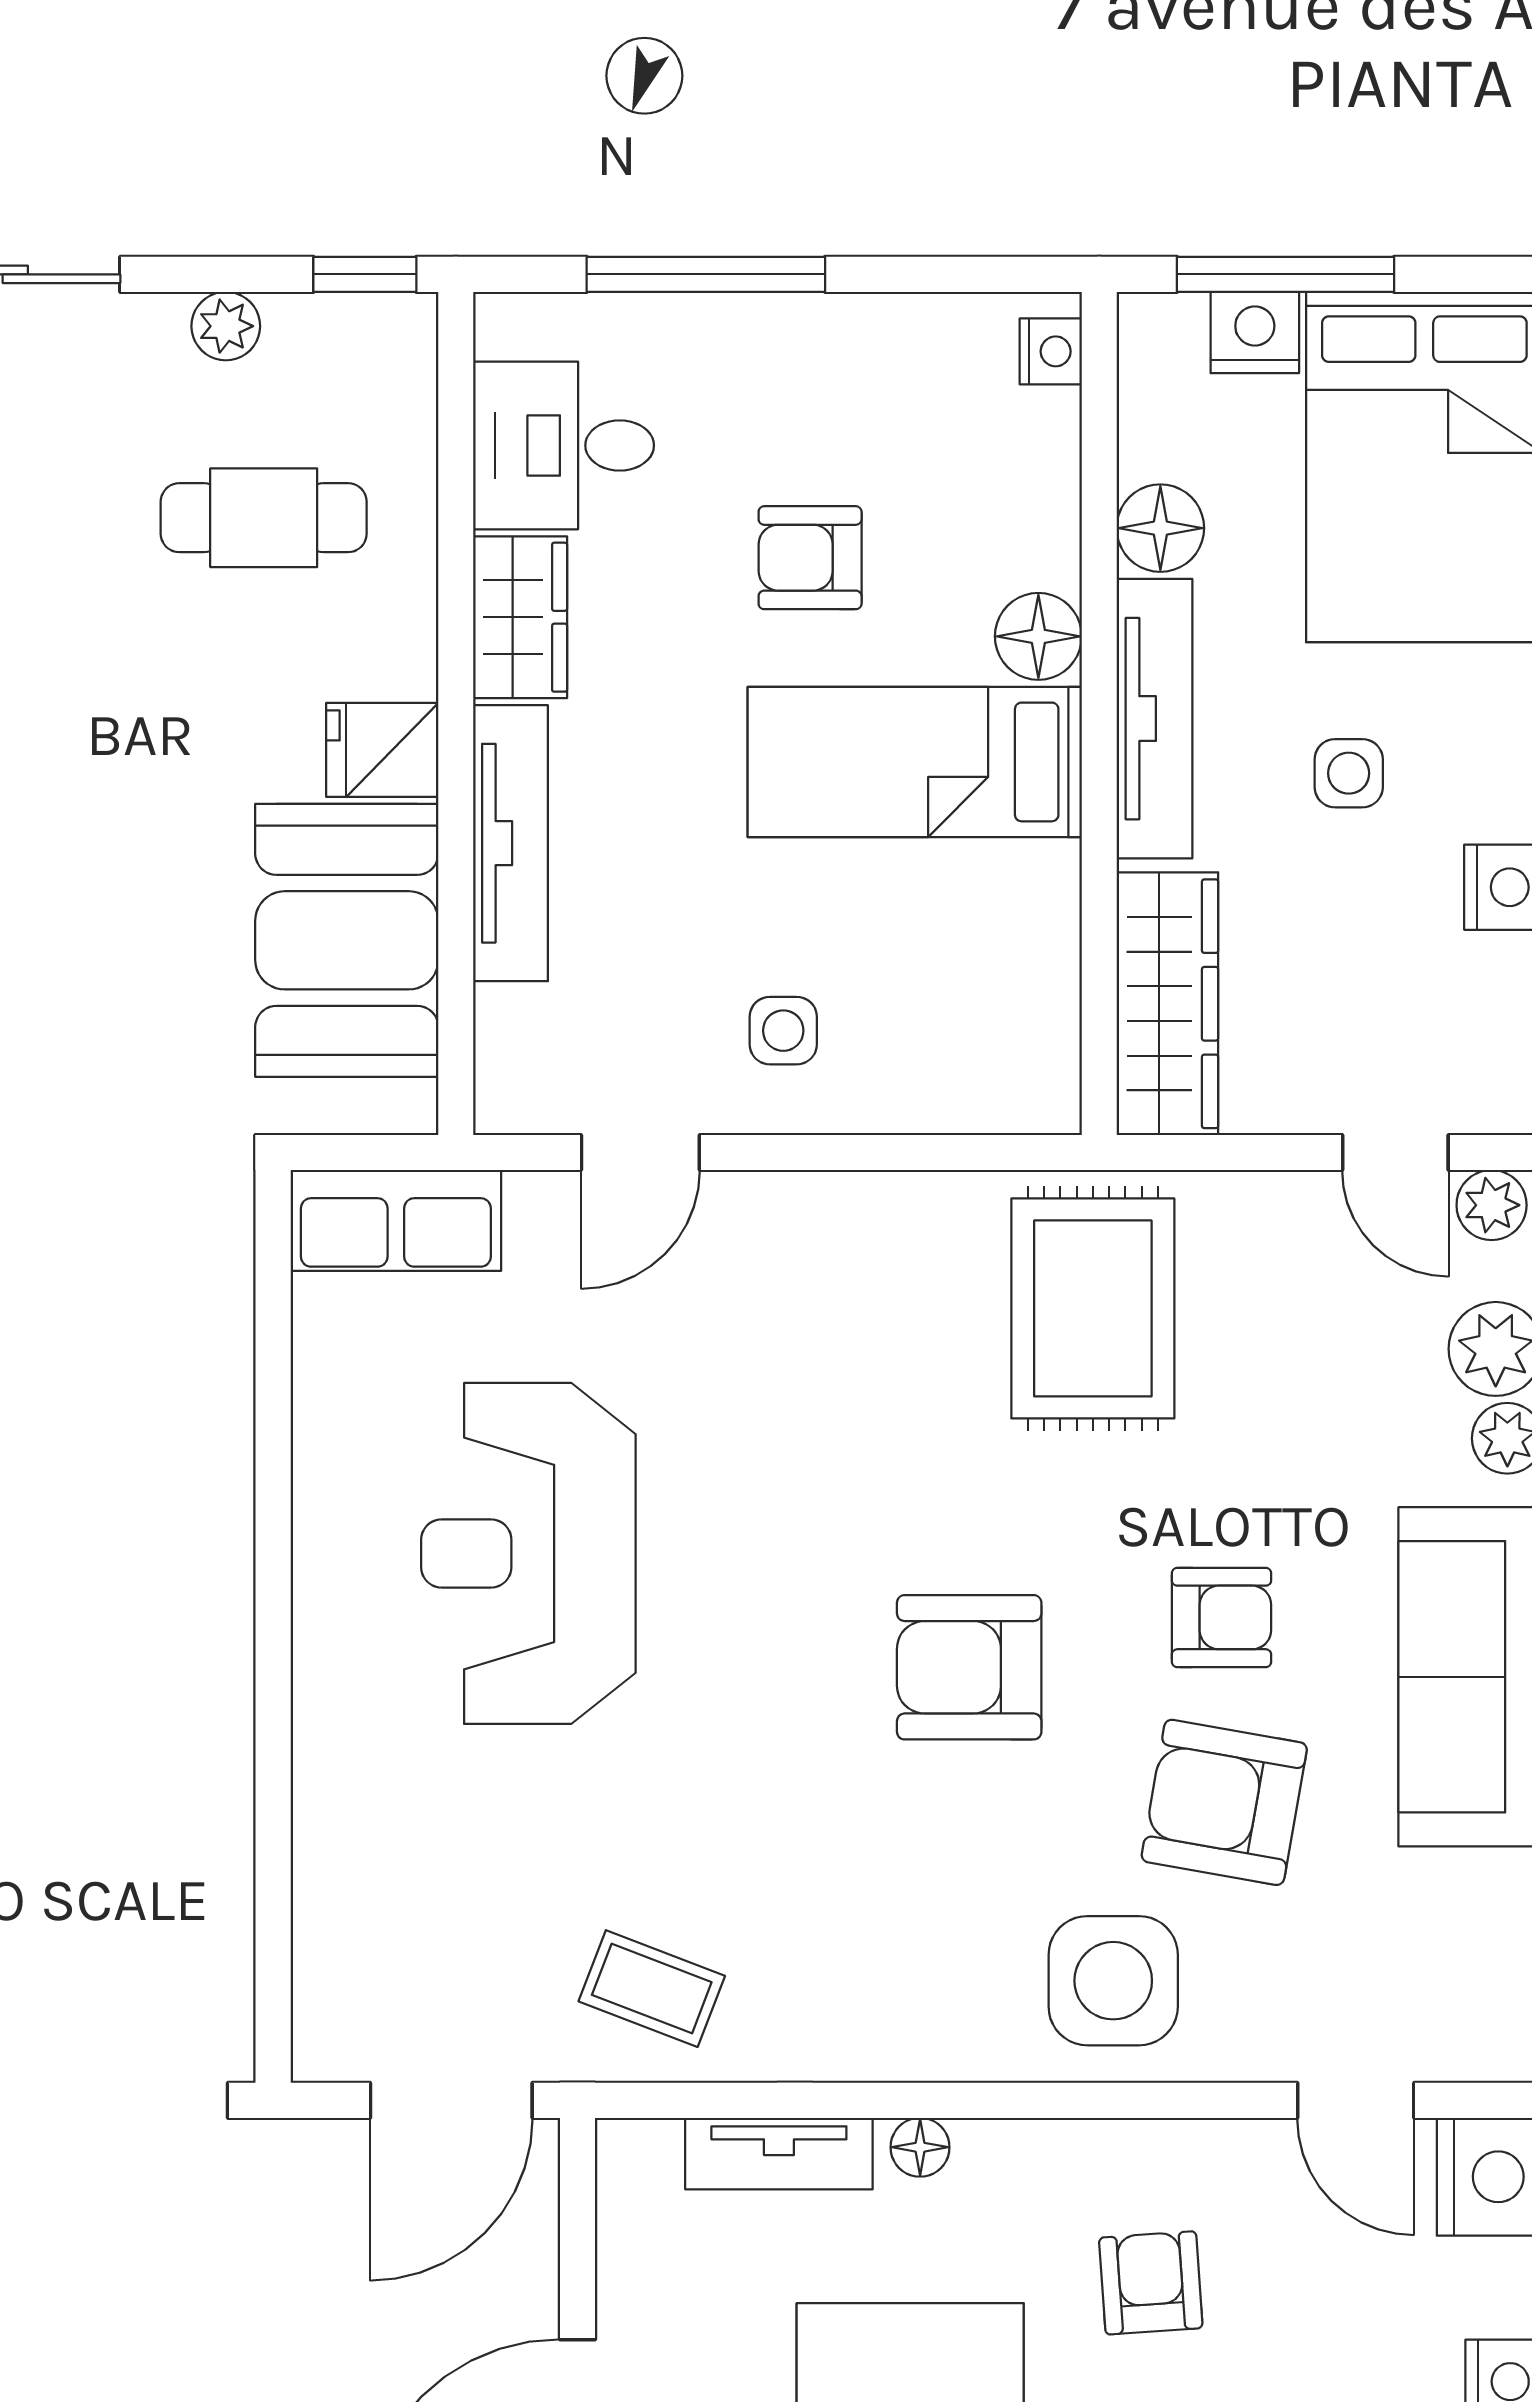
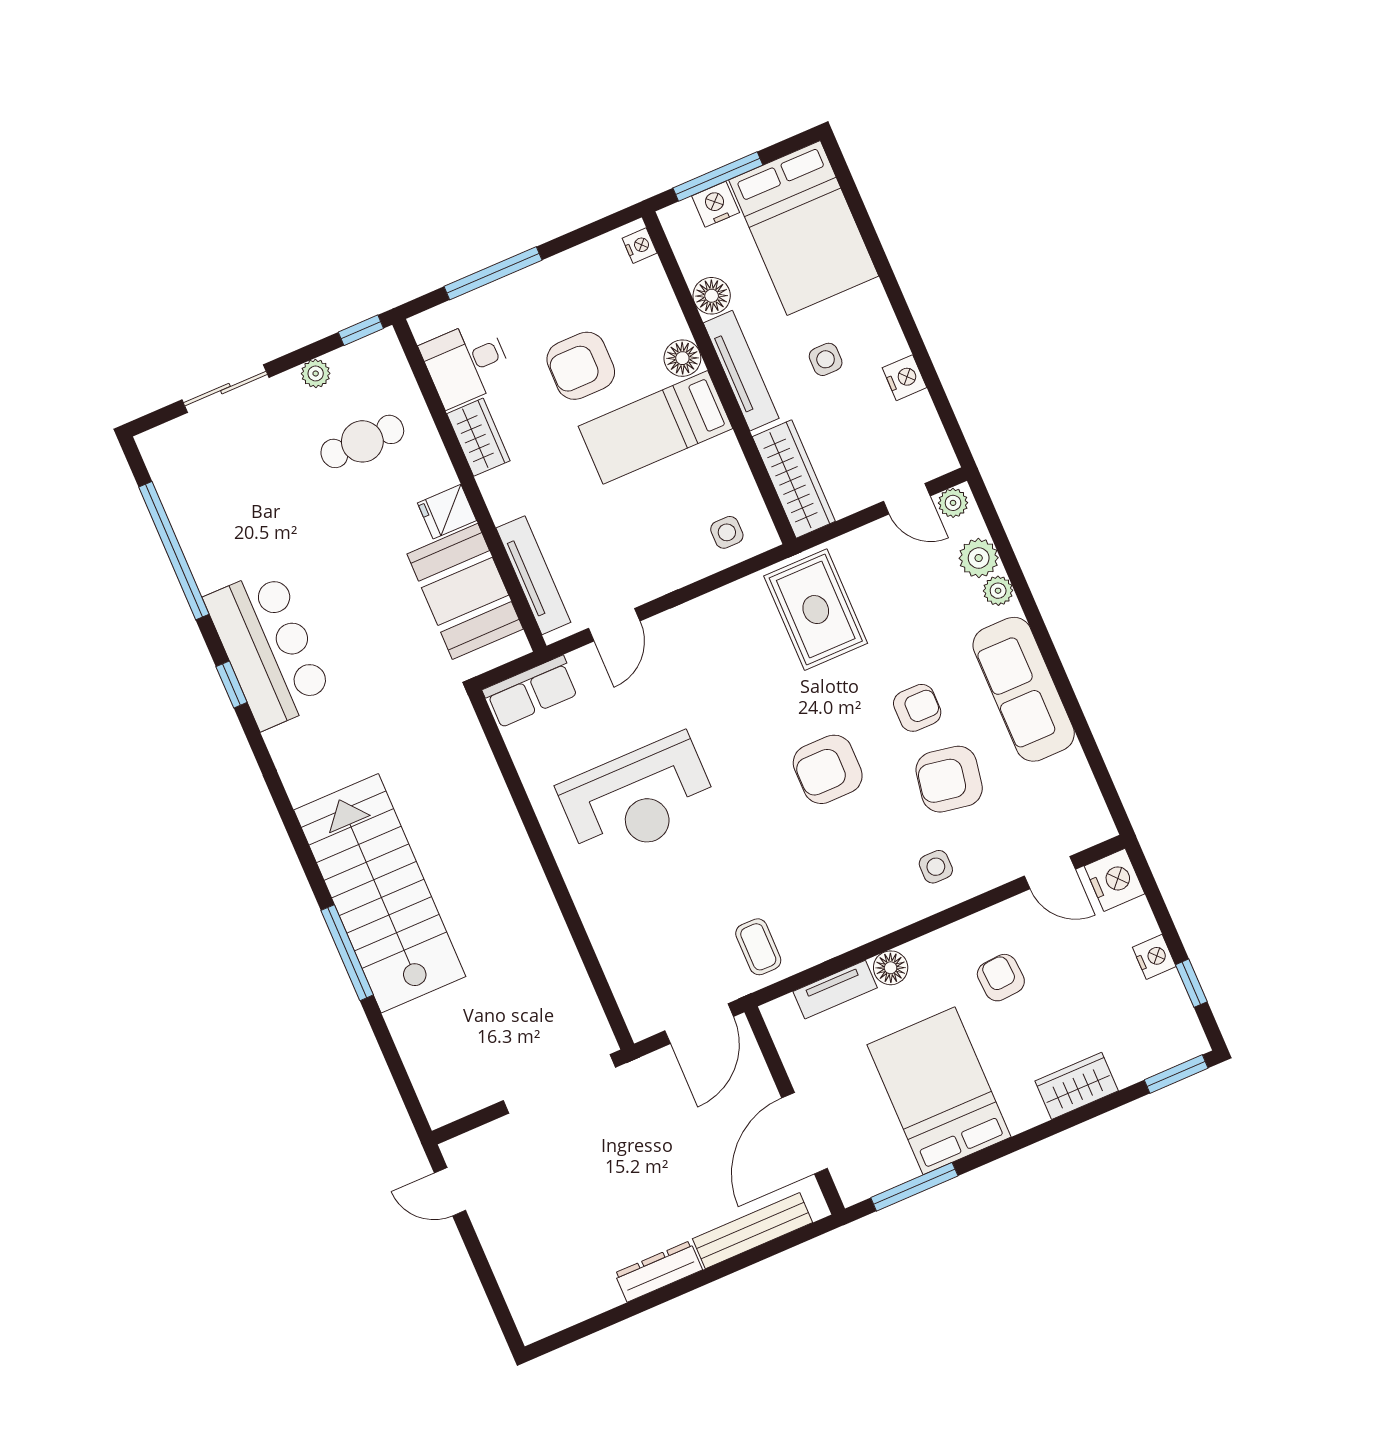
armchair: (810, 558) -> (581, 366), width x1.38, depth x1.38
tv unit: (511, 843) -> (533, 575), moved
side table: (783, 1031) -> (727, 532), moved
reception desk: (528, 1553) -> (638, 799), turned -90
side table: (1113, 1981) -> (936, 867), width x0.54, depth x0.54
coffee table: (652, 1989) -> (758, 947), turned 69
floor lamp: (920, 2147) -> (891, 968), width x1.37, depth x1.37

